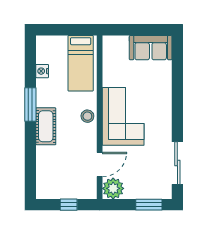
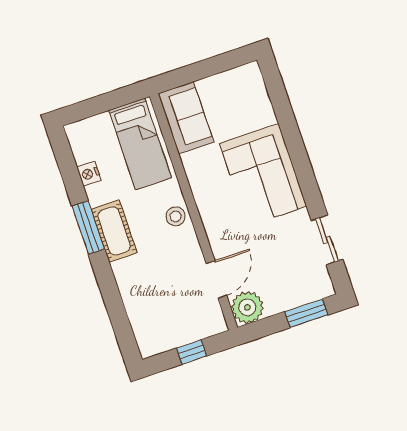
sofa: (151, 48) -> (186, 118), moved, turned -90
corner sofa: (123, 116) -> (263, 175), moved, turned 180
cot: (46, 126) -> (114, 231), moved
sliding door: (177, 163) -> (327, 240), width x0.73

